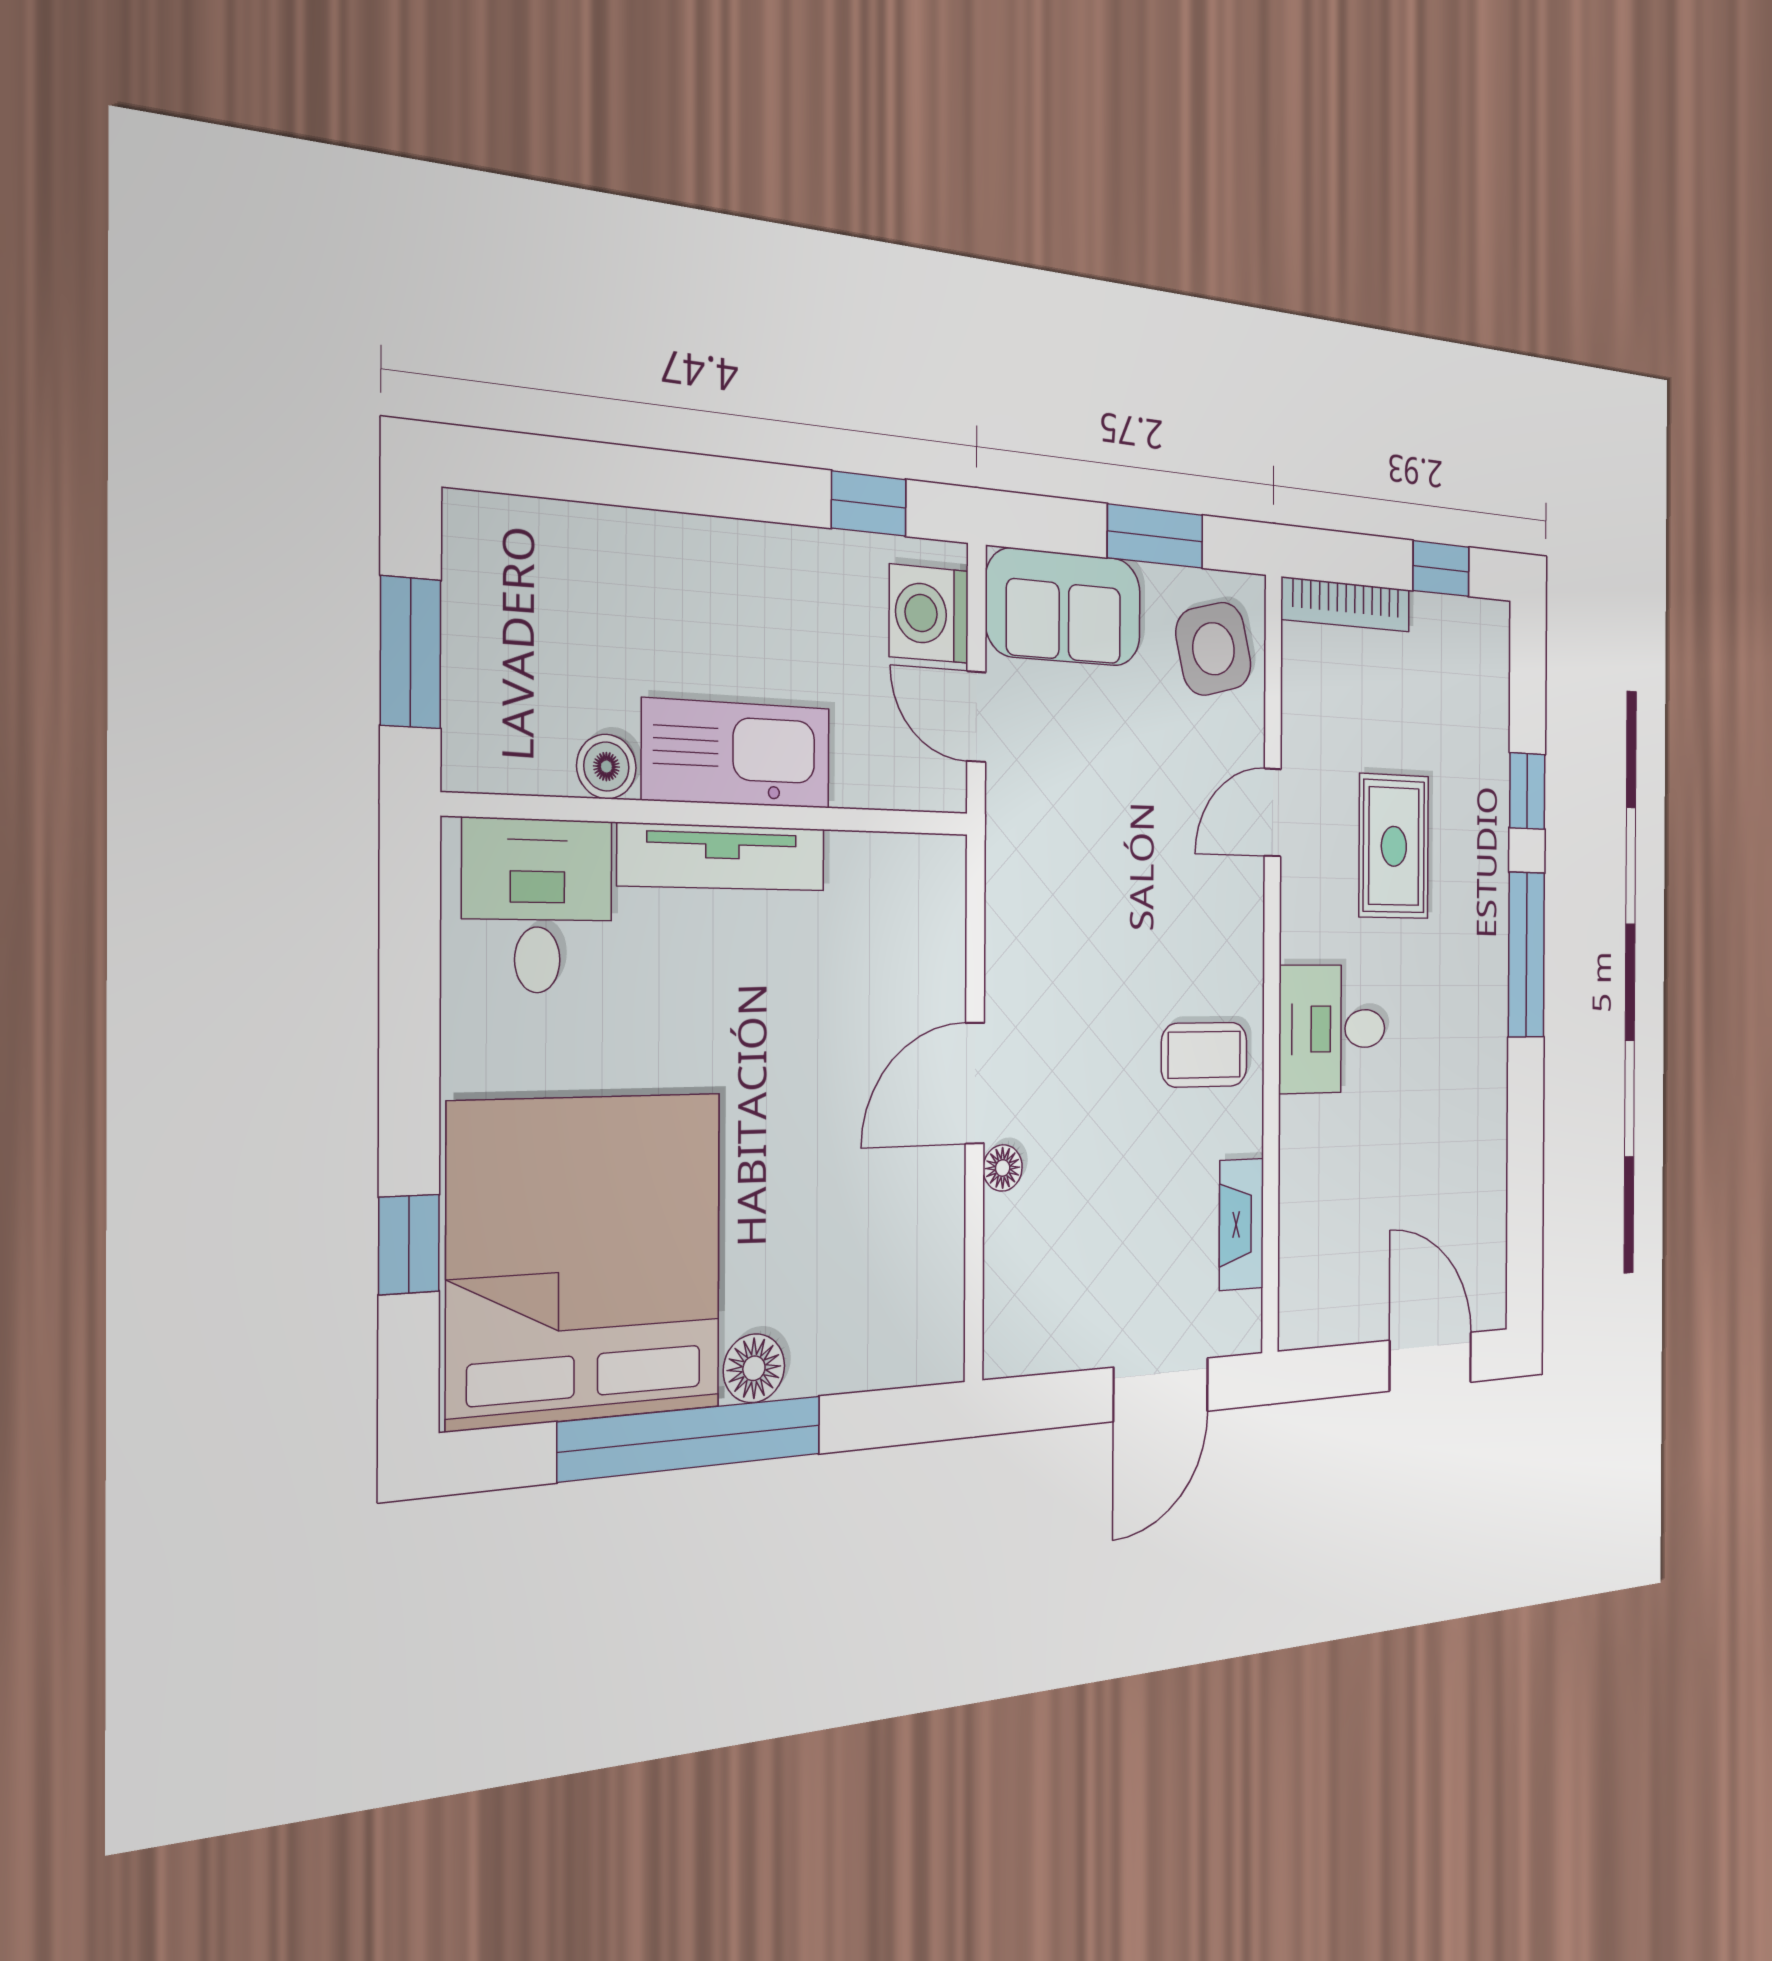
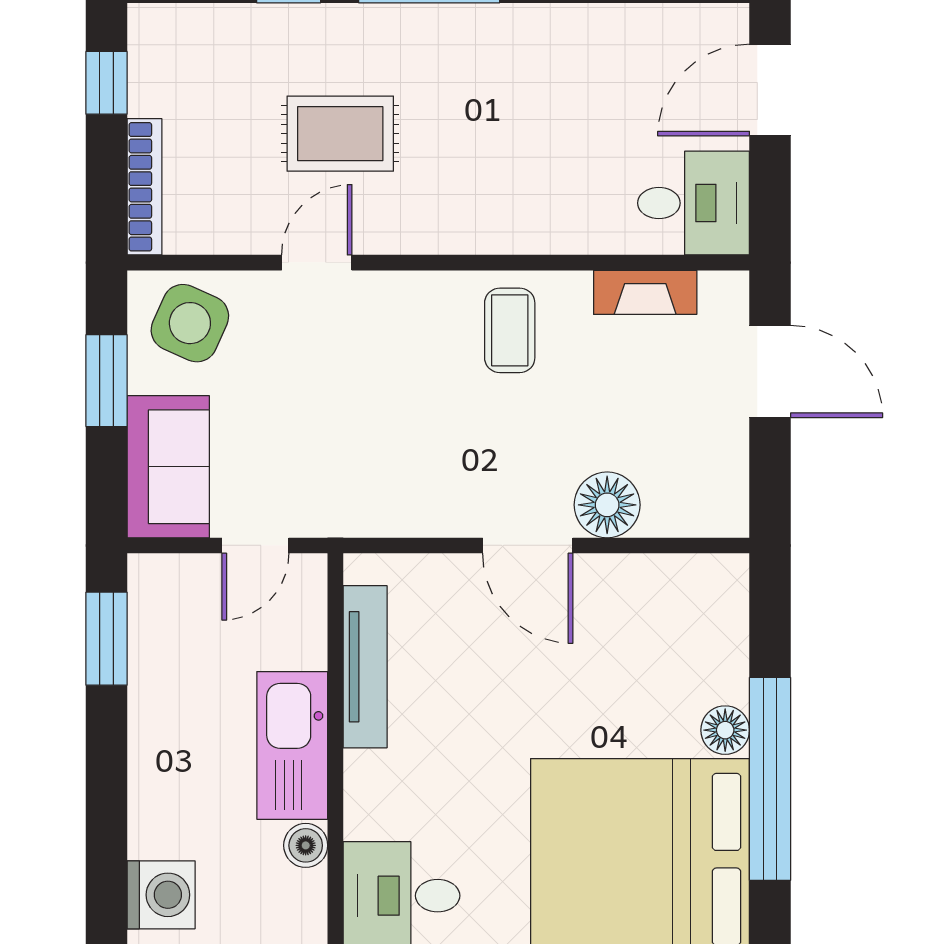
window: (869, 504) -> (107, 639), width x1.50
washing machine: (929, 614) -> (161, 895), moved, turned -90
side table: (1214, 649) -> (190, 323), turned 38
door: (1273, 812) -> (317, 263), swing flipped
tv unit: (722, 857) -> (365, 667), moved
desk: (1332, 1029) -> (694, 203), moved, turned -90
floor lamp: (1003, 1168) -> (607, 505), width x1.89, depth x1.89

